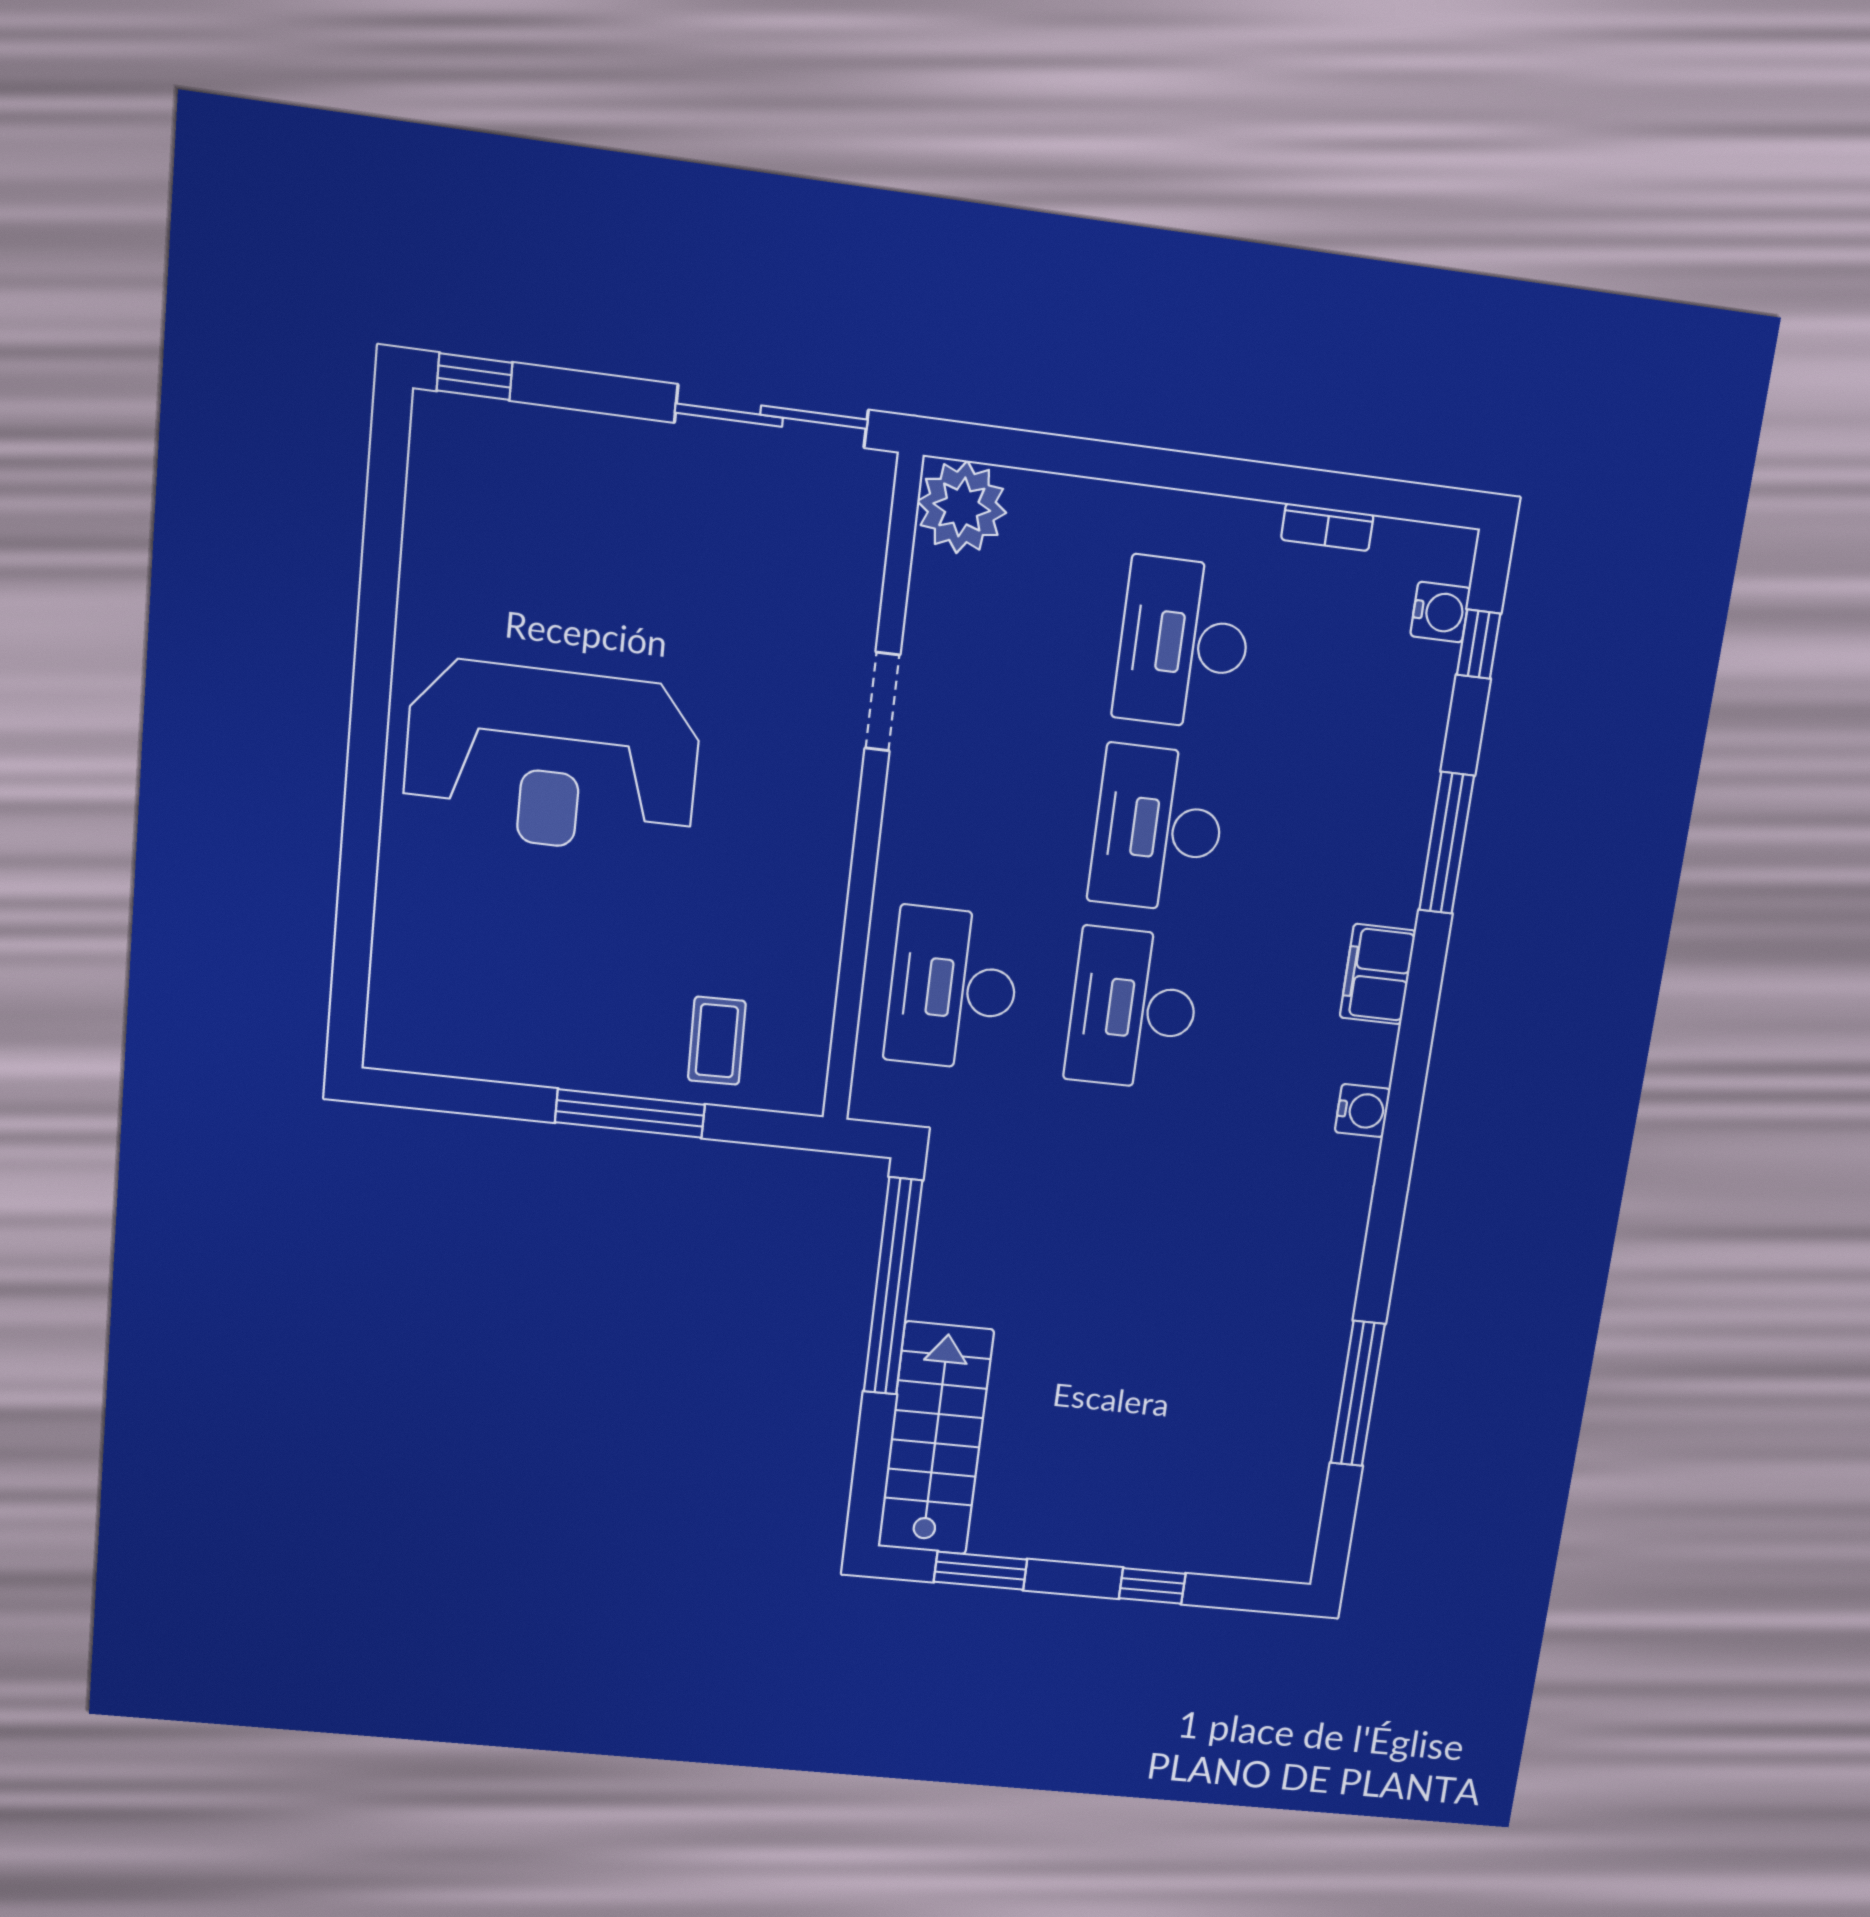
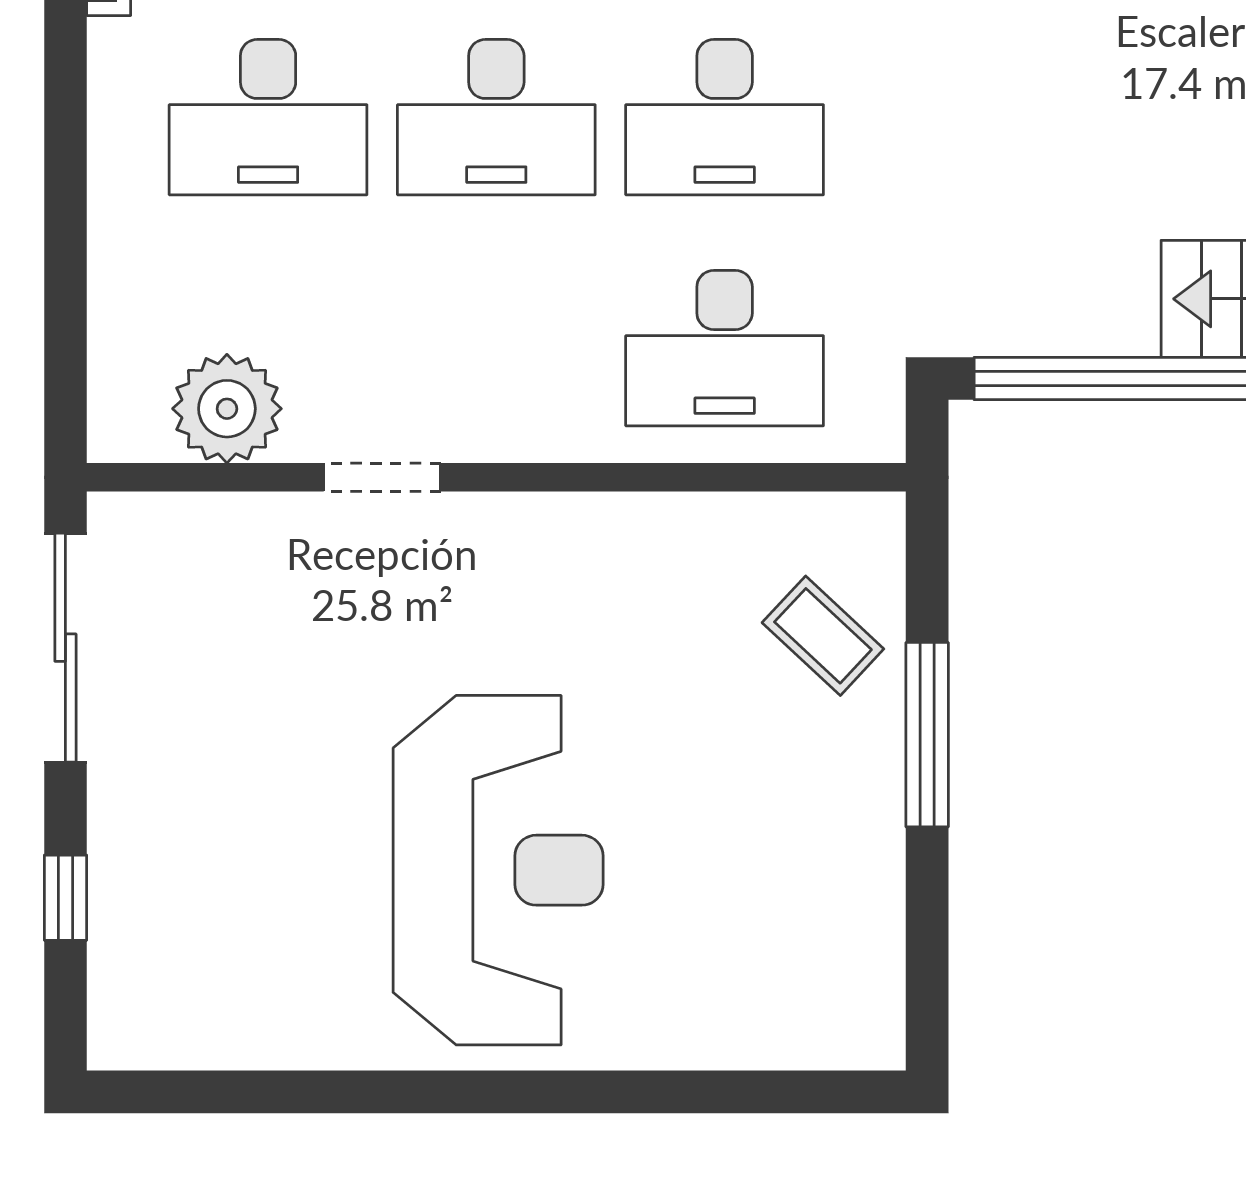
window: (475, 377) -> (65, 898), moved
plant: (962, 507) -> (227, 409), moved
coffee table: (717, 1041) -> (823, 636), turned 44

